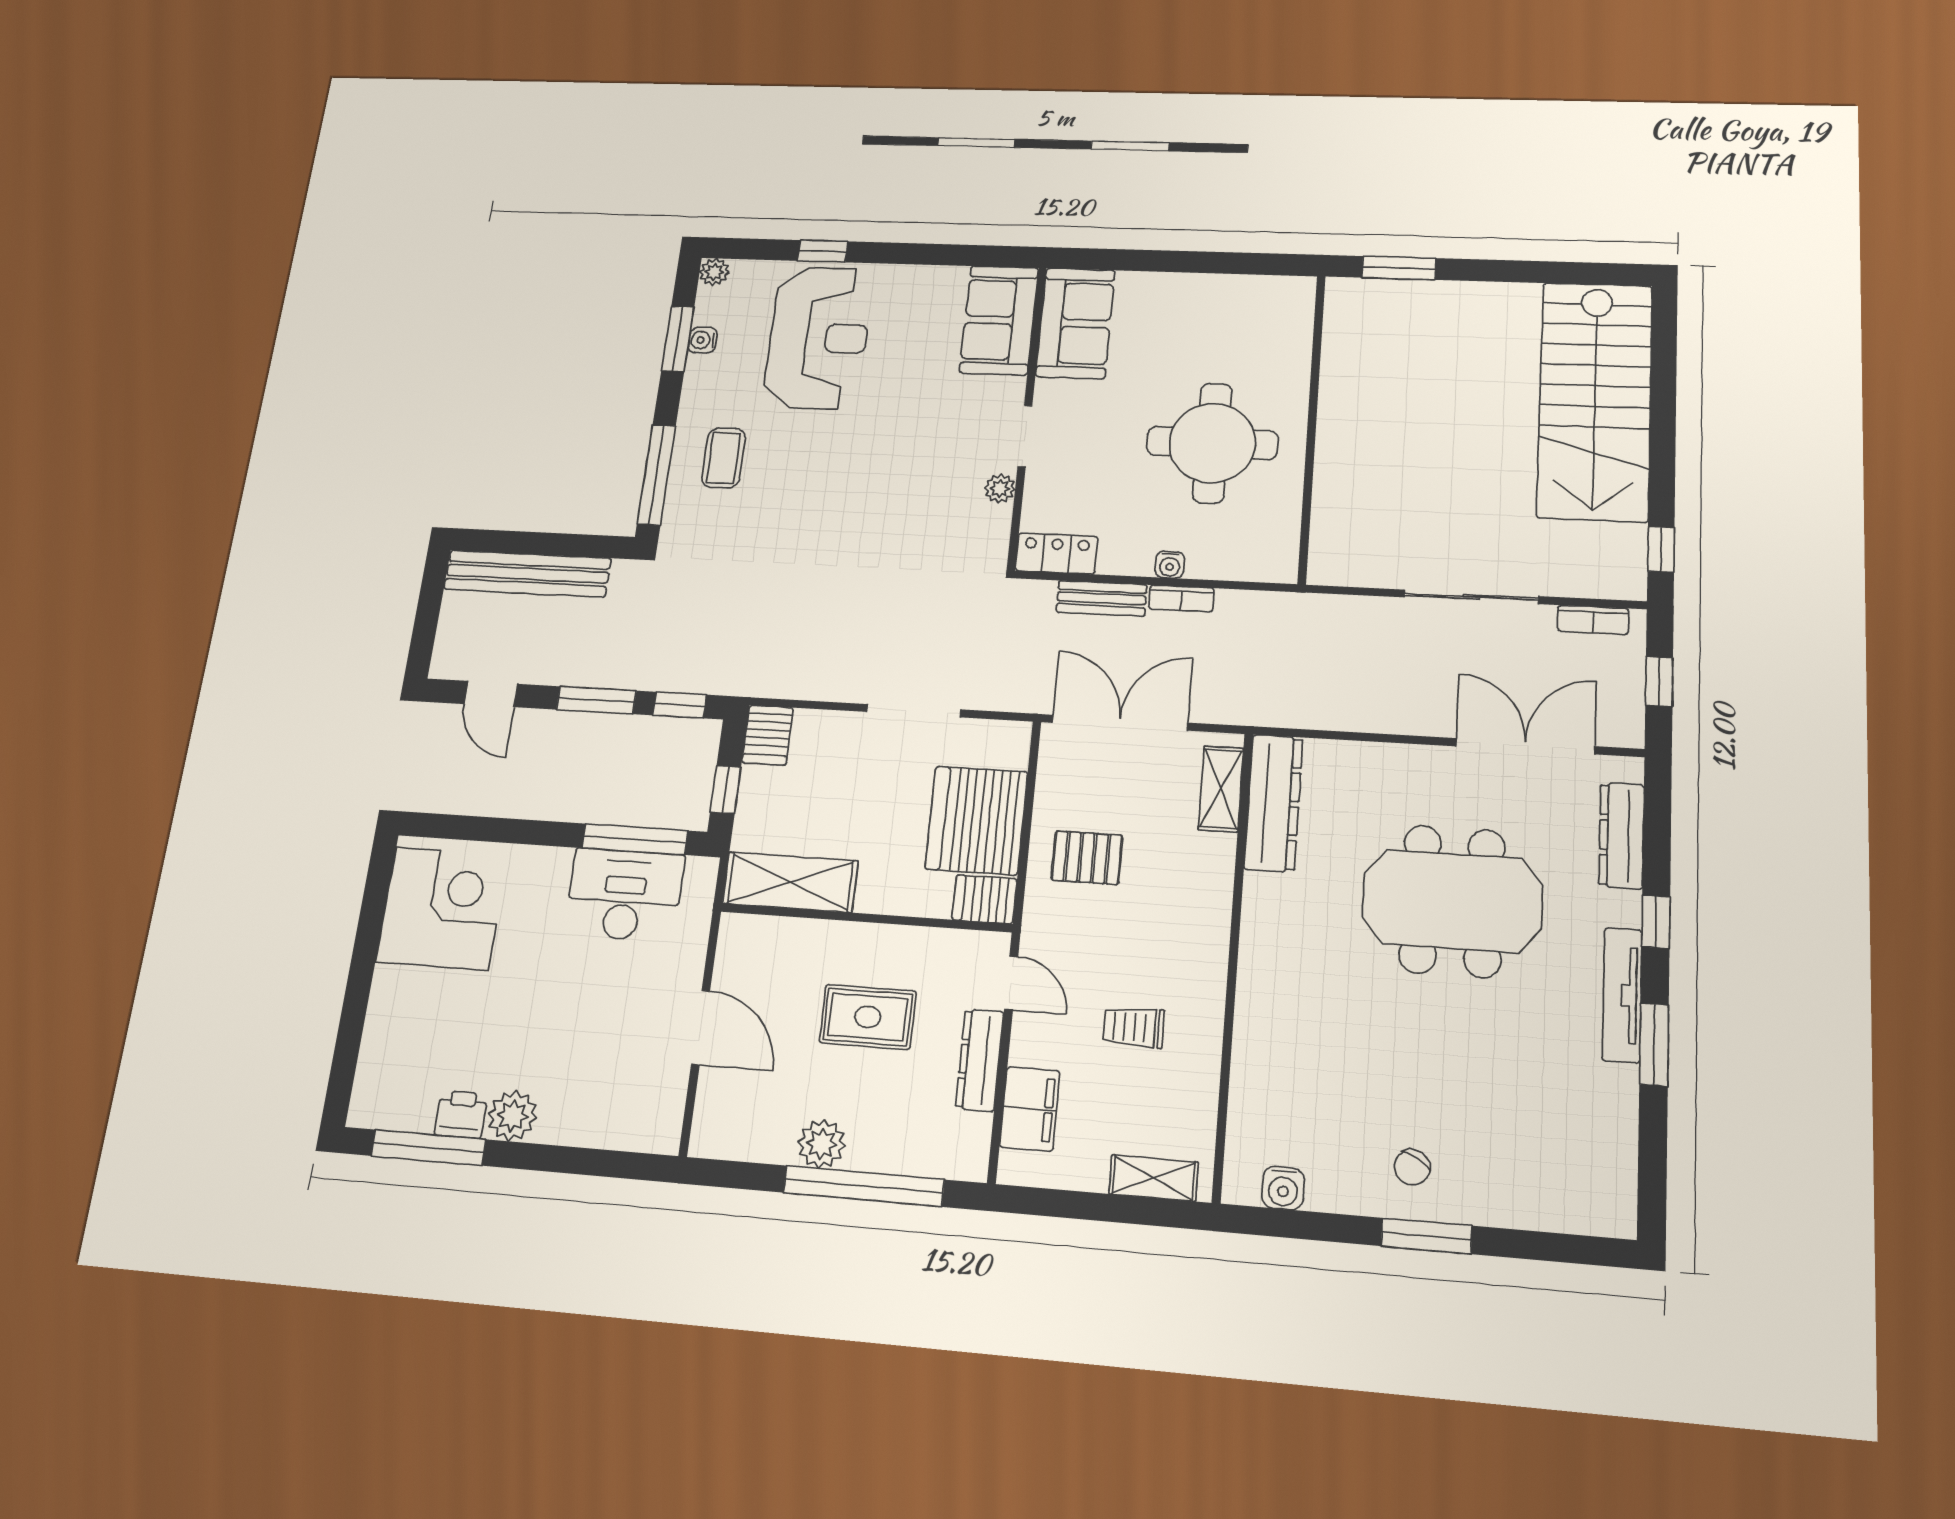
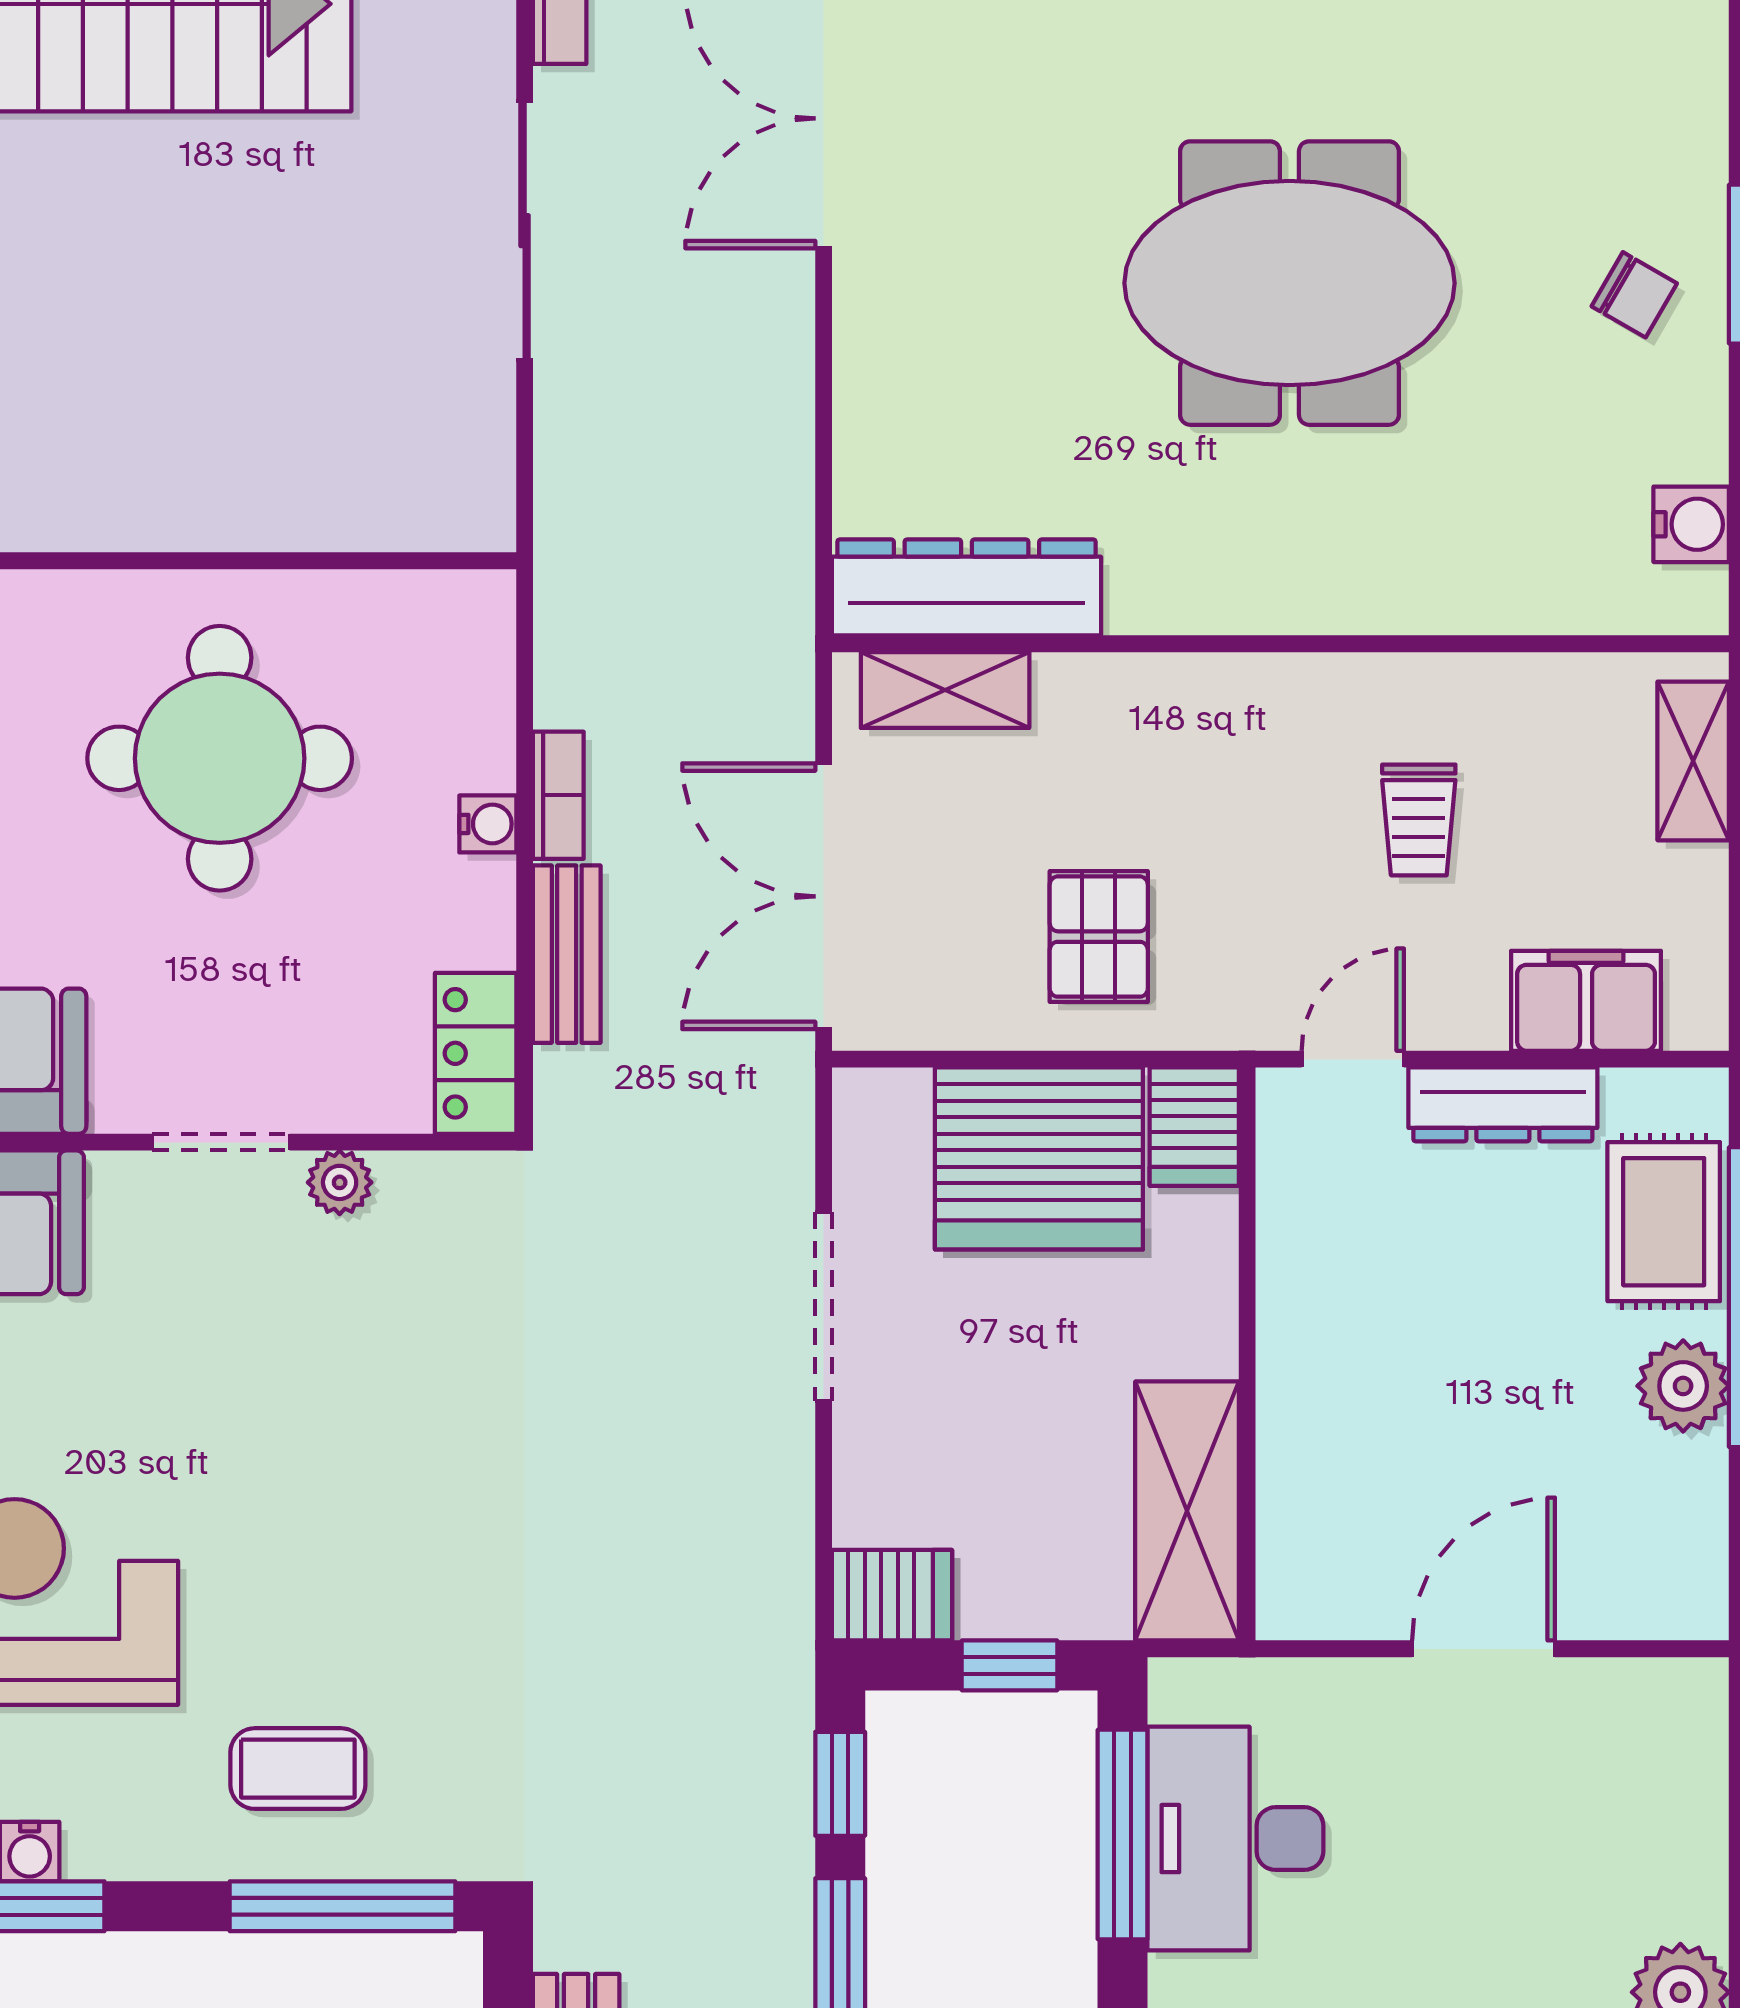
meeting table: (1452, 901) -> (1289, 283), moved, turned 90
rug: (868, 1017) -> (1664, 1222), moved

